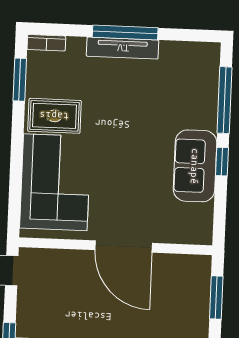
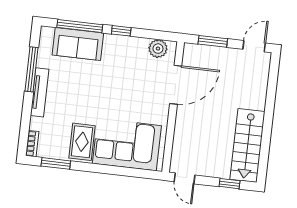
window: (125, 32) -> (31, 69), moved
sofa: (195, 166) -> (78, 44), moved
plant: (200, 218) -> (158, 49), added
door: (124, 247) -> (176, 85), moved

